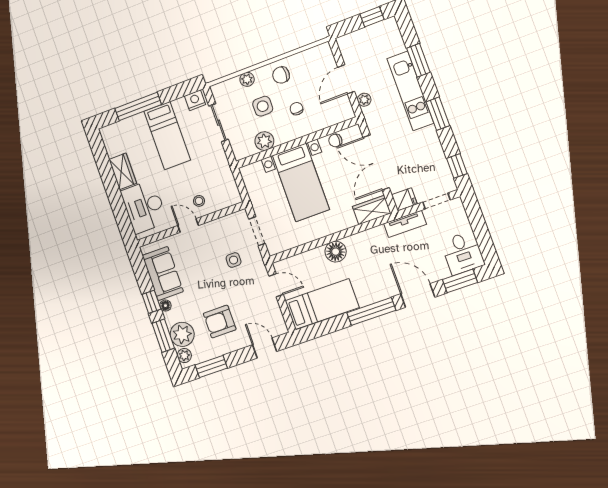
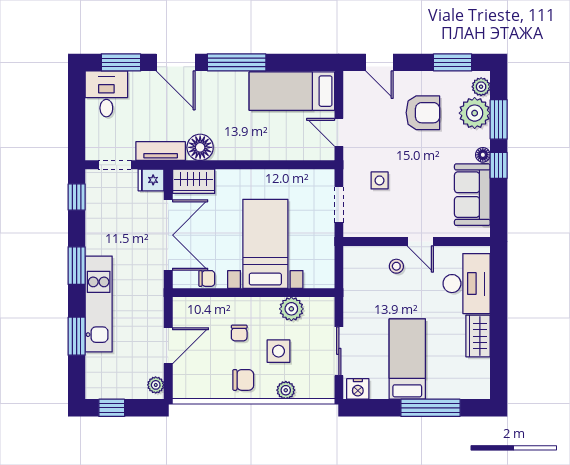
plant: (364, 100) -> (156, 385), moved
floor lamp: (336, 252) -> (200, 147), moved

